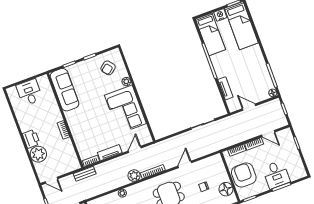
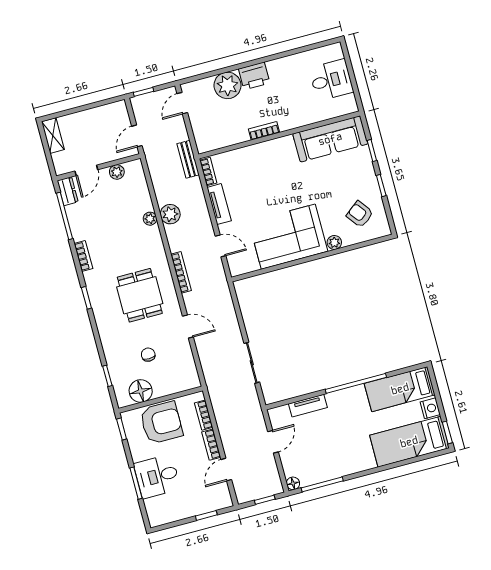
plant: (134, 176) -> (170, 214), moved

